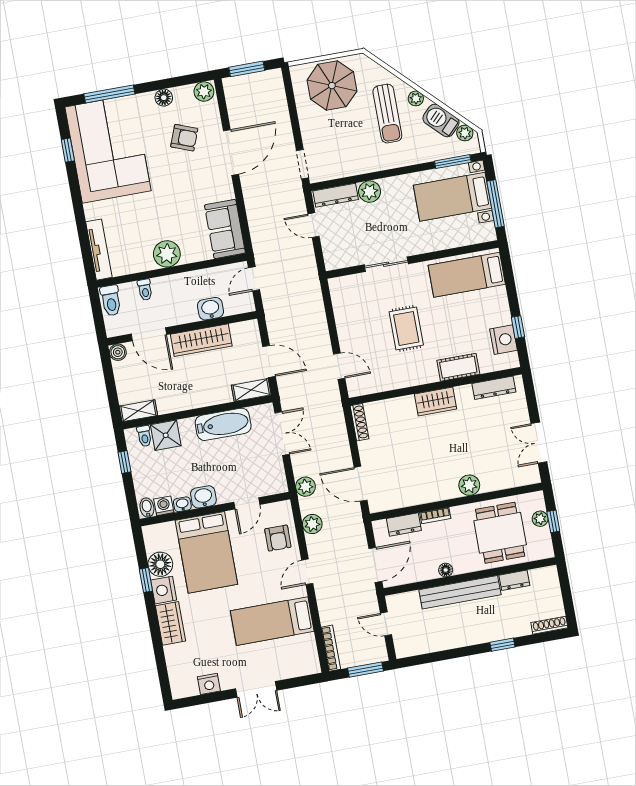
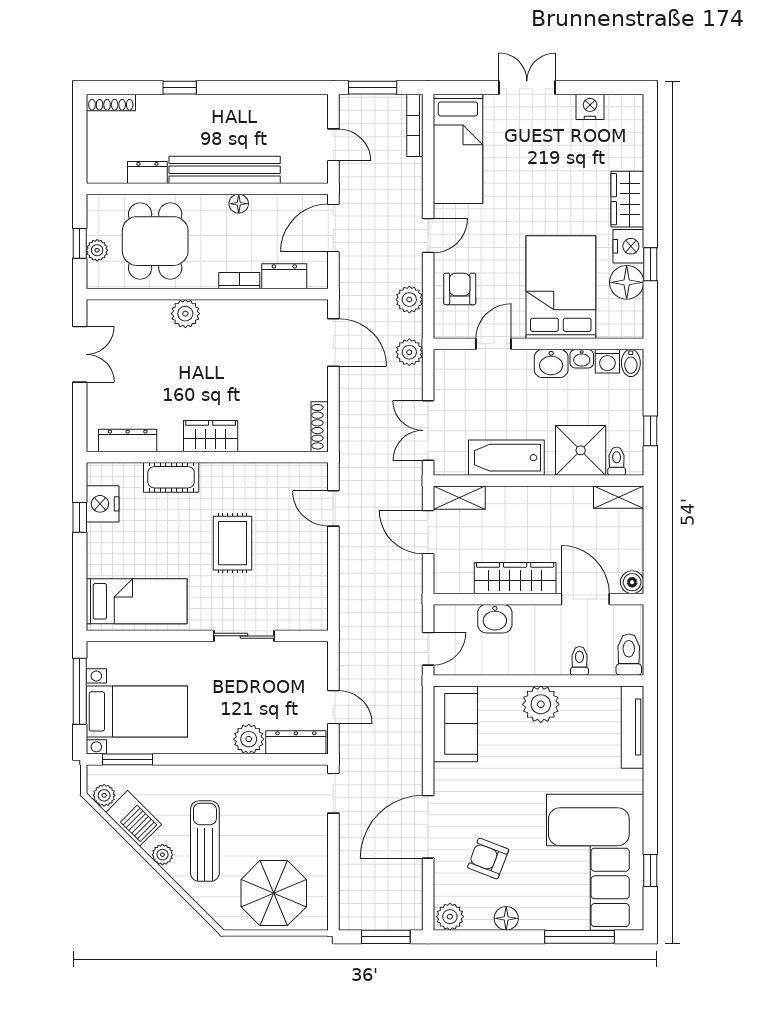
shower: (166, 435) -> (581, 450), width x1.36, depth x1.36
bed: (272, 621) -> (458, 149), moved, turned 90

